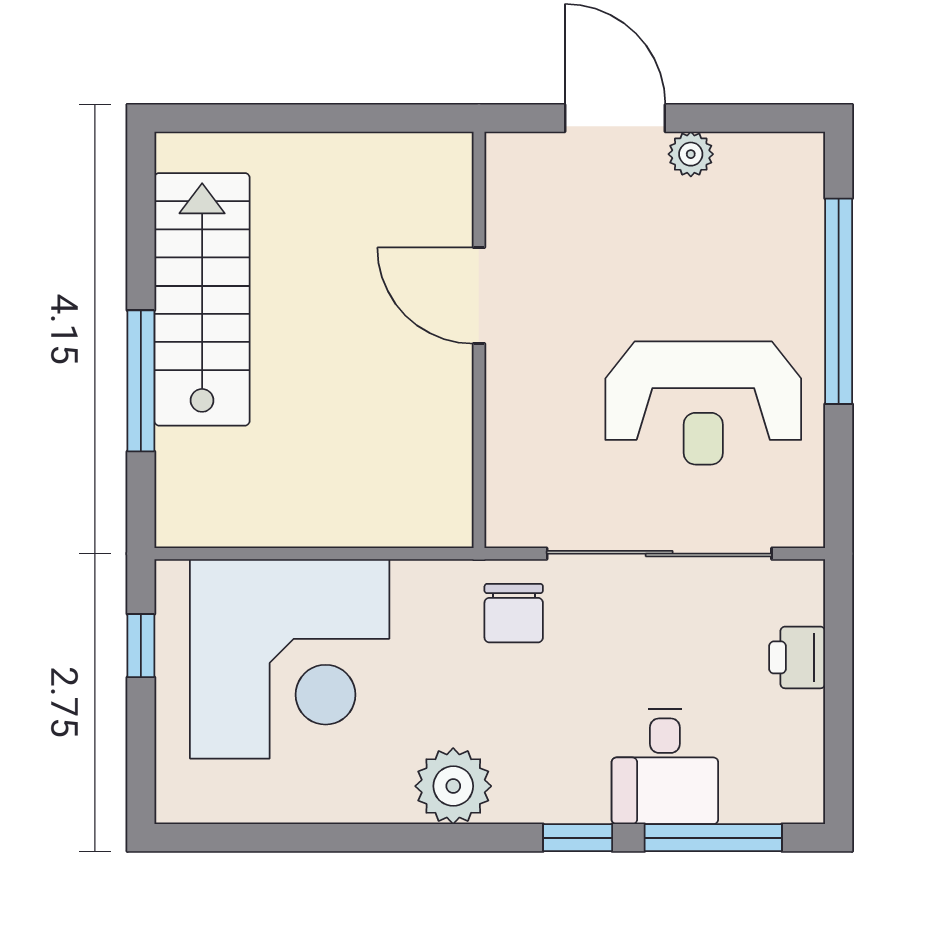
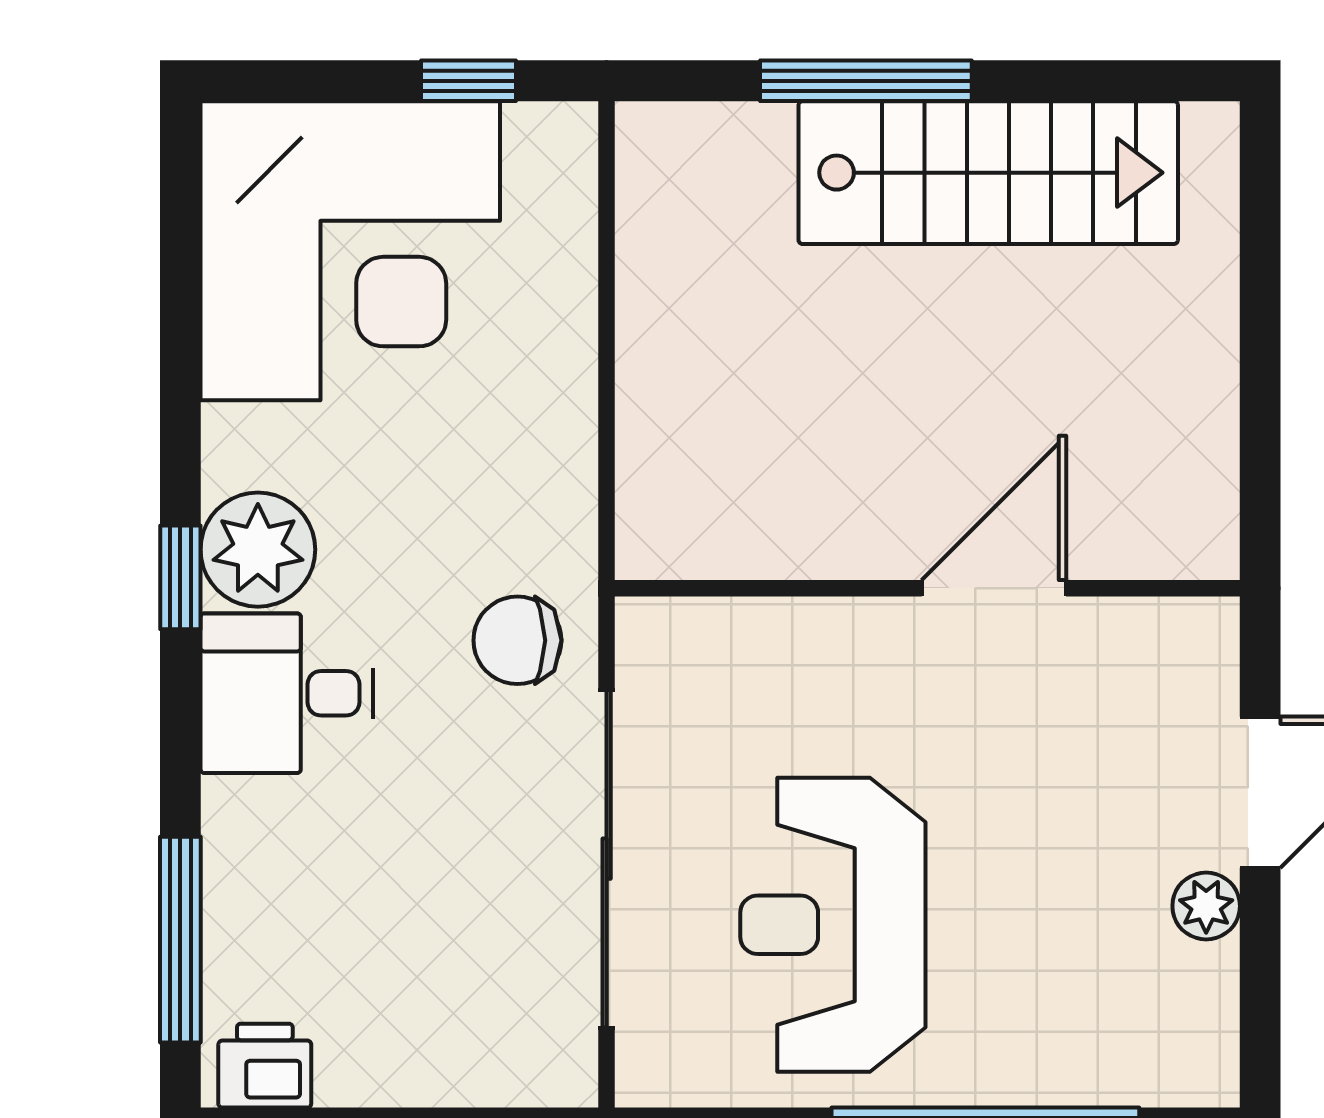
printer: (797, 657) -> (265, 1066), moved
corner desk: (290, 659) -> (350, 251), moved, turned -90
desk: (665, 767) -> (287, 693), moved
window: (578, 838) -> (180, 577), moved

